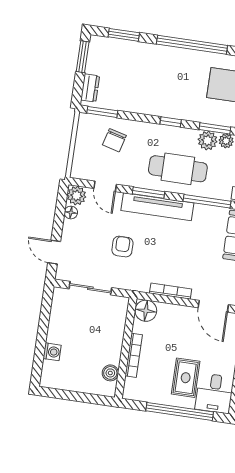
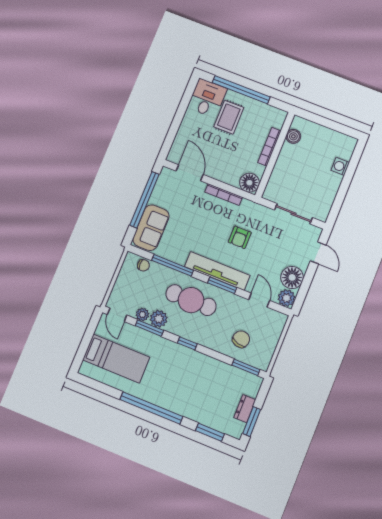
dresser: (90, 88) -> (245, 409), moved
floor lamp: (71, 213) -> (292, 277), width x1.89, depth x1.89
armchair: (122, 247) -> (240, 237), moved

